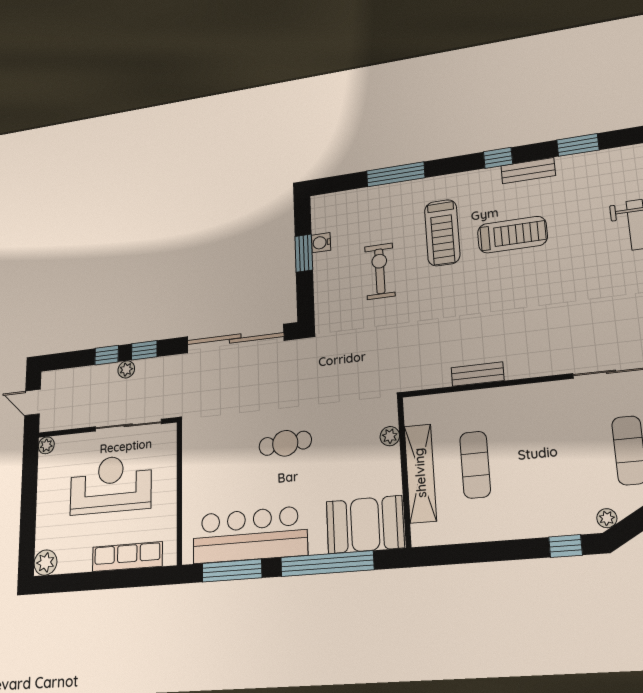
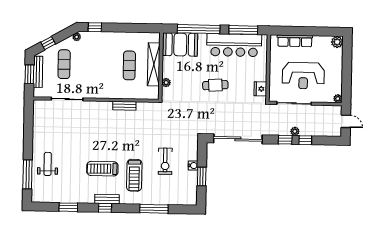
bench: (528, 171) -> (107, 199), moved
treadmill: (442, 233) -> (134, 175), turned 180
water cooler: (321, 243) -> (193, 166), moved
fridge: (194, 447) -> (260, 89), added

